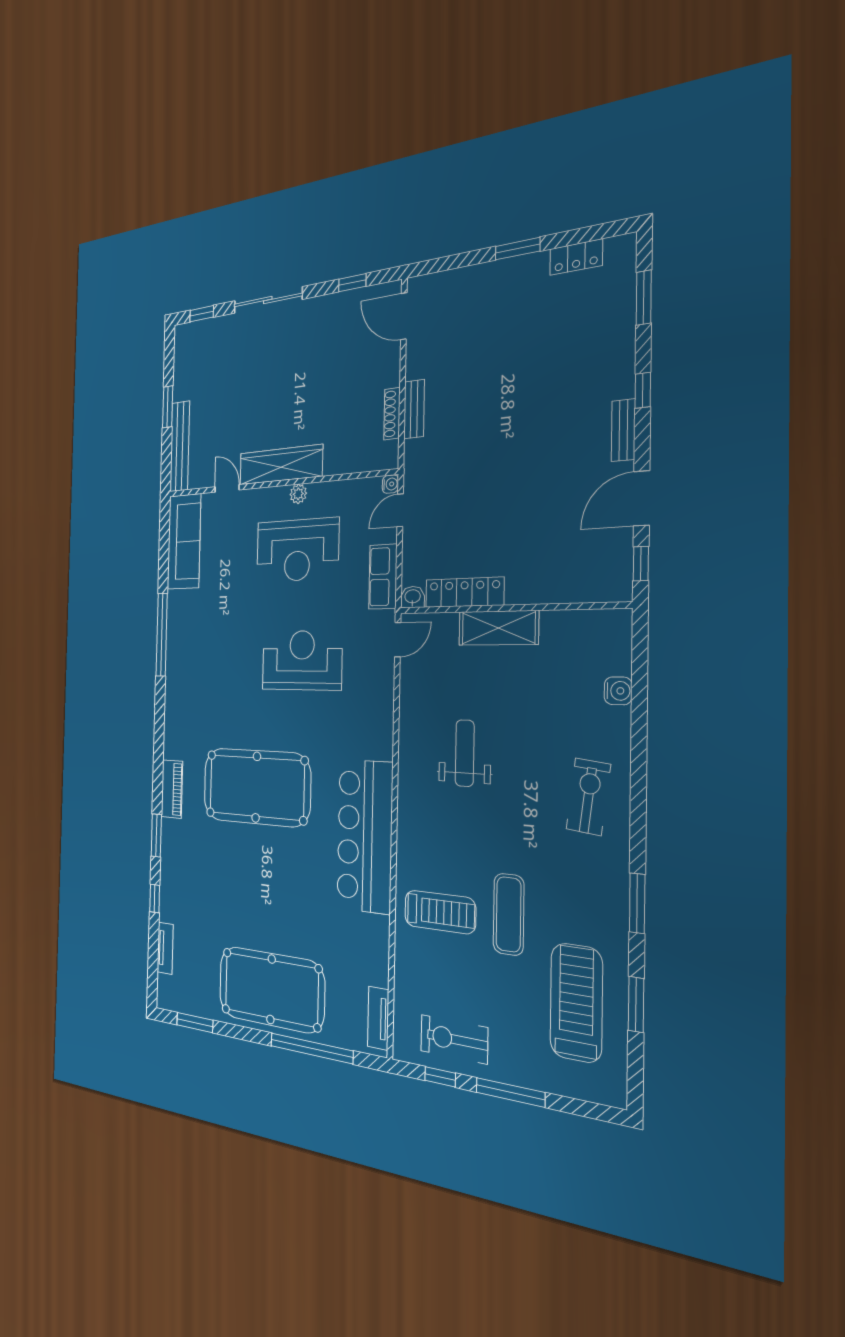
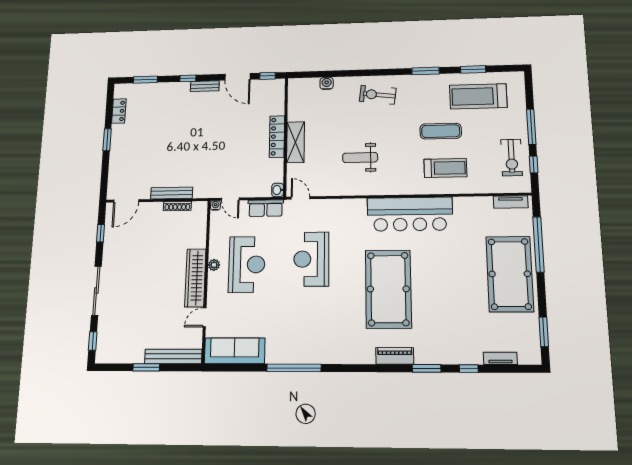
bench: (414, 409) -> (172, 193), width x1.36
locker: (464, 592) -> (277, 137), moved
treadmill: (440, 912) -> (445, 168), turned 90

